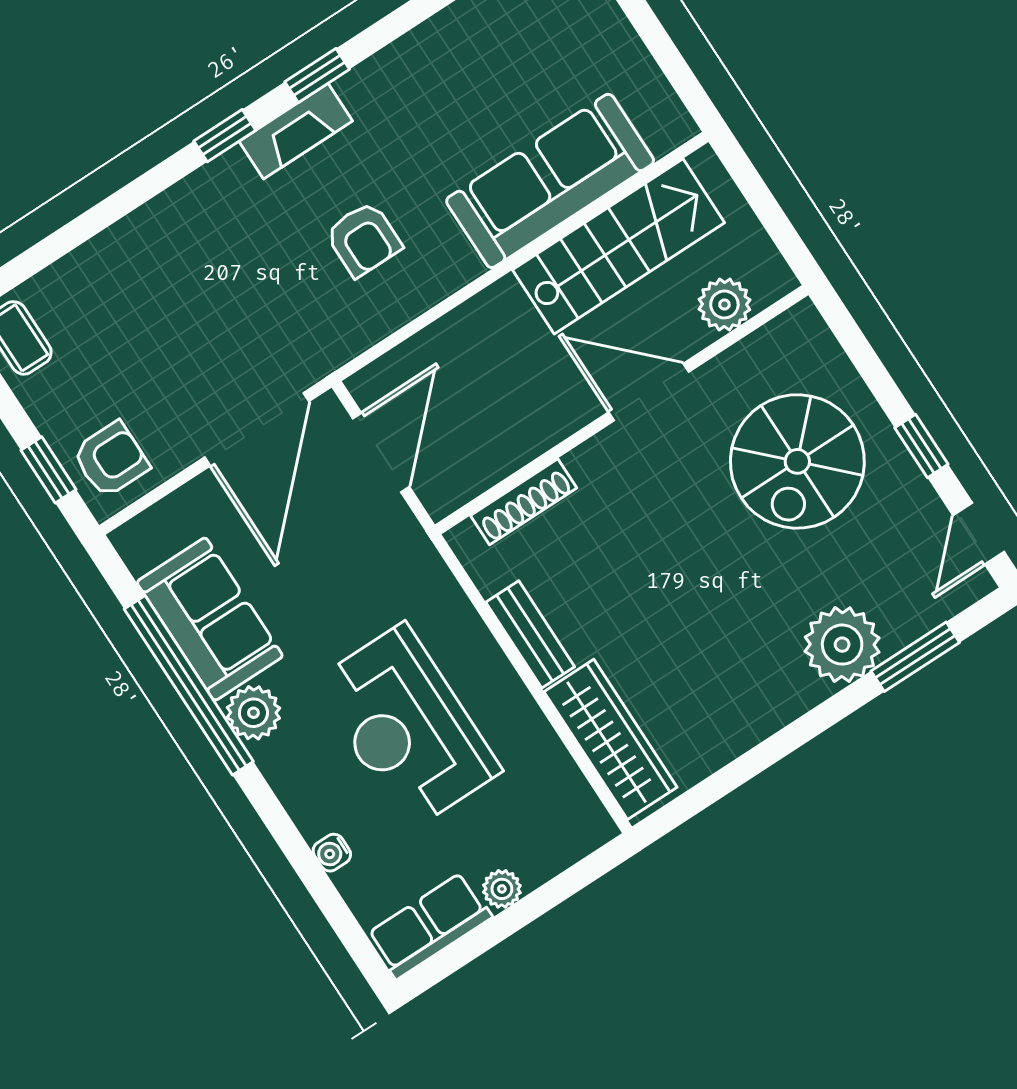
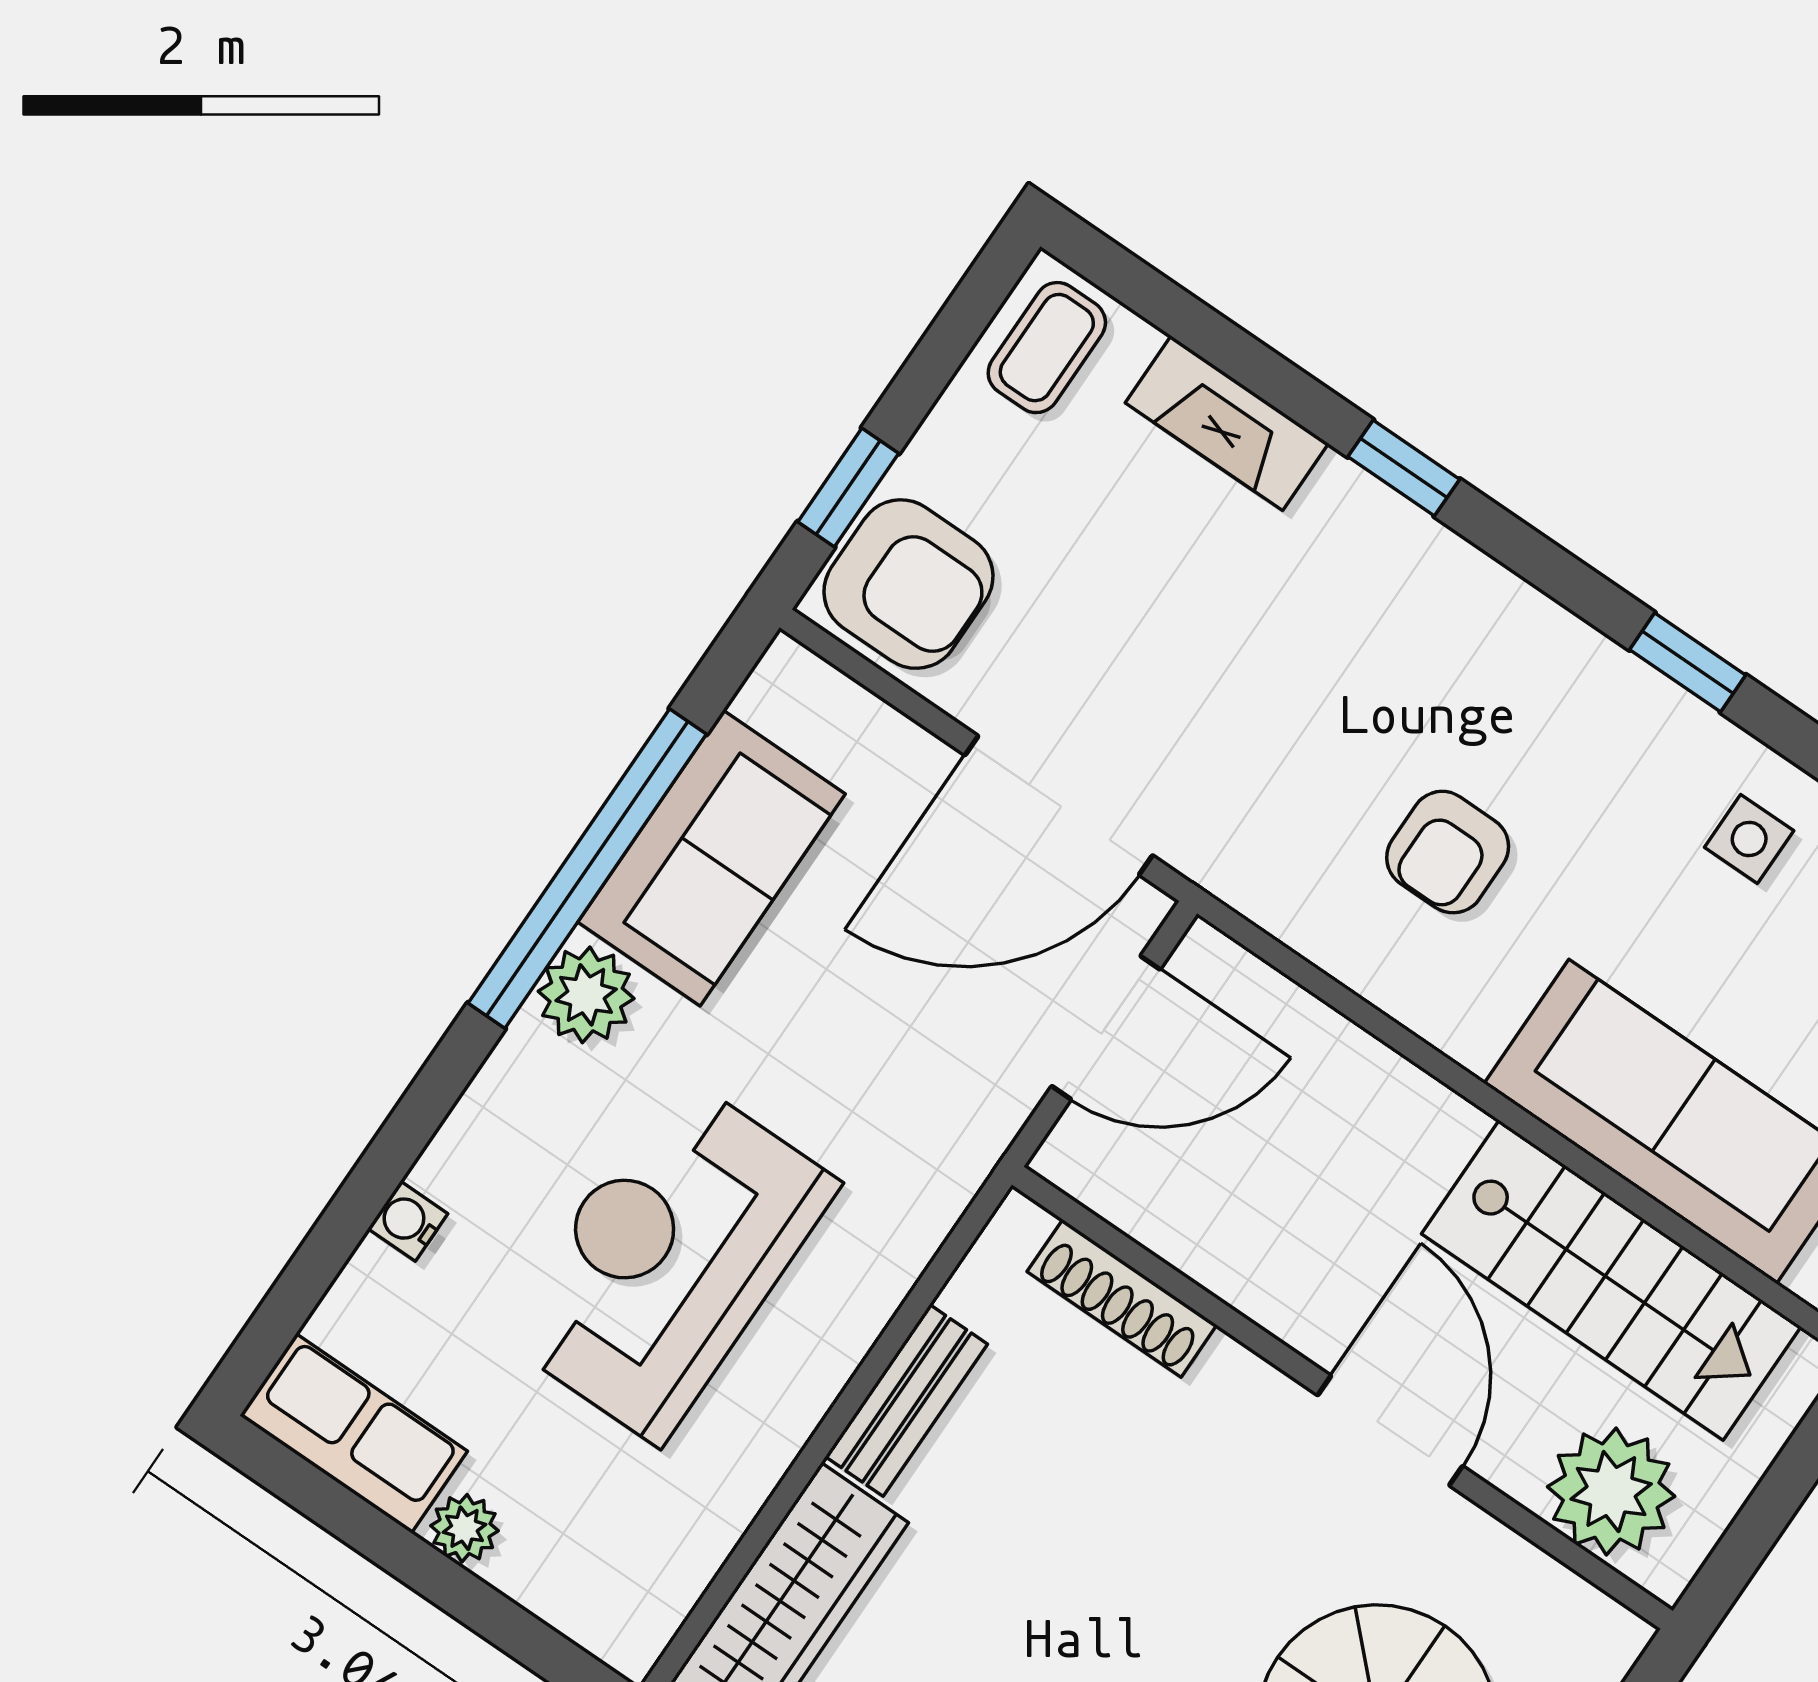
side table: (421, 81) -> (1749, 839), added
fireplace: (296, 131) -> (1227, 423), moved
window: (225, 136) -> (1404, 468), moved
plant: (724, 304) -> (1611, 1492), width x1.36, depth x1.36
armchair: (111, 459) -> (908, 584), width x1.38, depth x1.38

